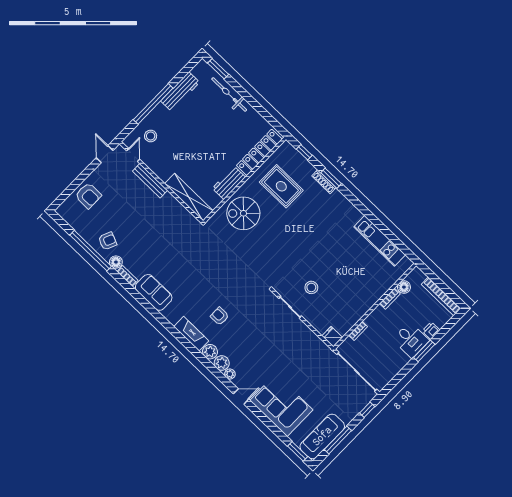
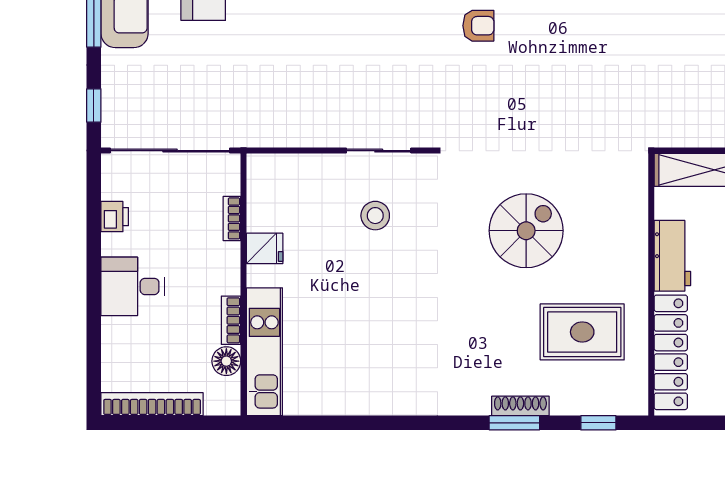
spiral stairs: (243, 213) -> (526, 231), moved
kitchen unit: (380, 241) -> (264, 352), moved, turned 90
printer: (431, 331) -> (115, 217), moved
fridge: (332, 337) -> (265, 248), moved
window: (424, 351) -> (94, 290), removed

